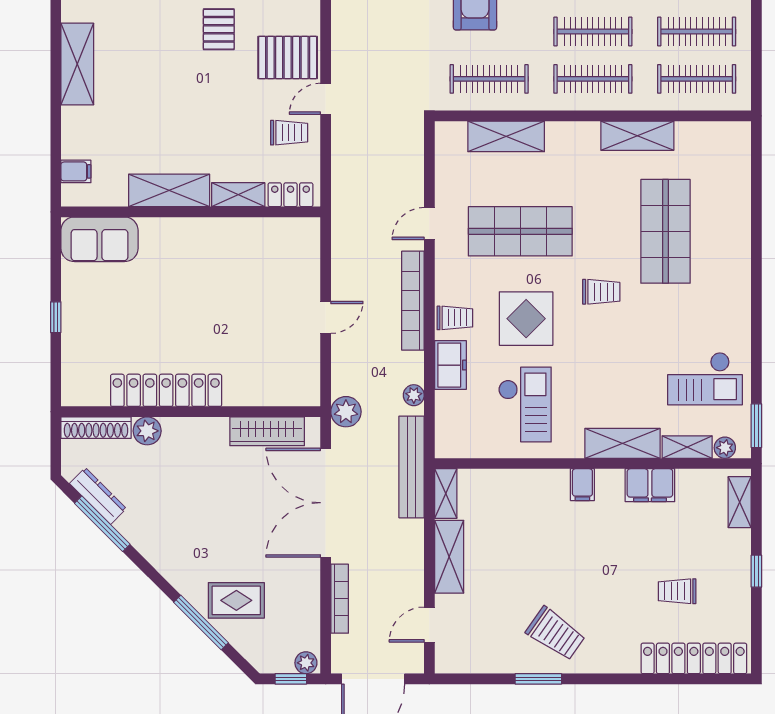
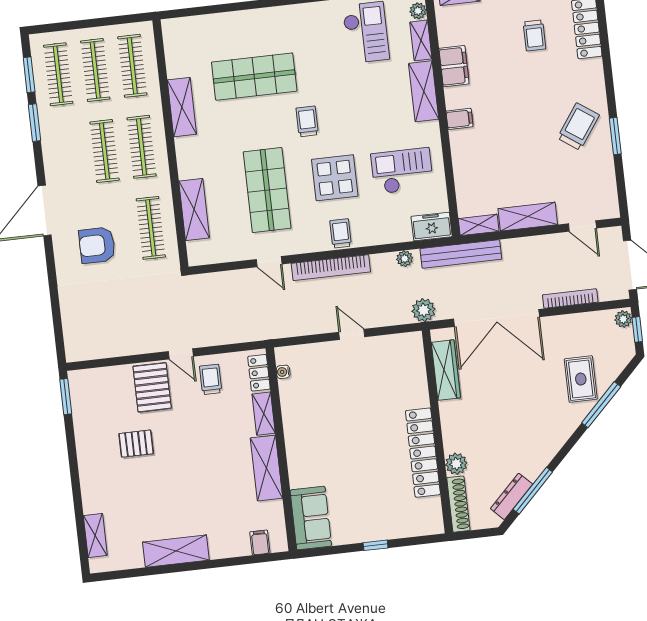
water cooler: (288, 225) -> (283, 372), added
freezer: (450, 365) -> (432, 226), moved

